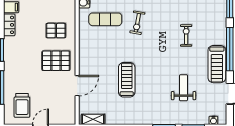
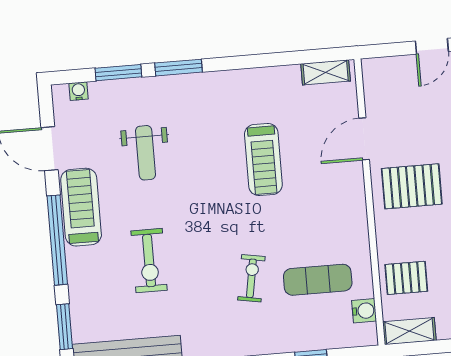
pallet: (56, 31) -> (406, 278), moved
exercise bike: (186, 35) -> (149, 261), width x1.38, depth x1.39

